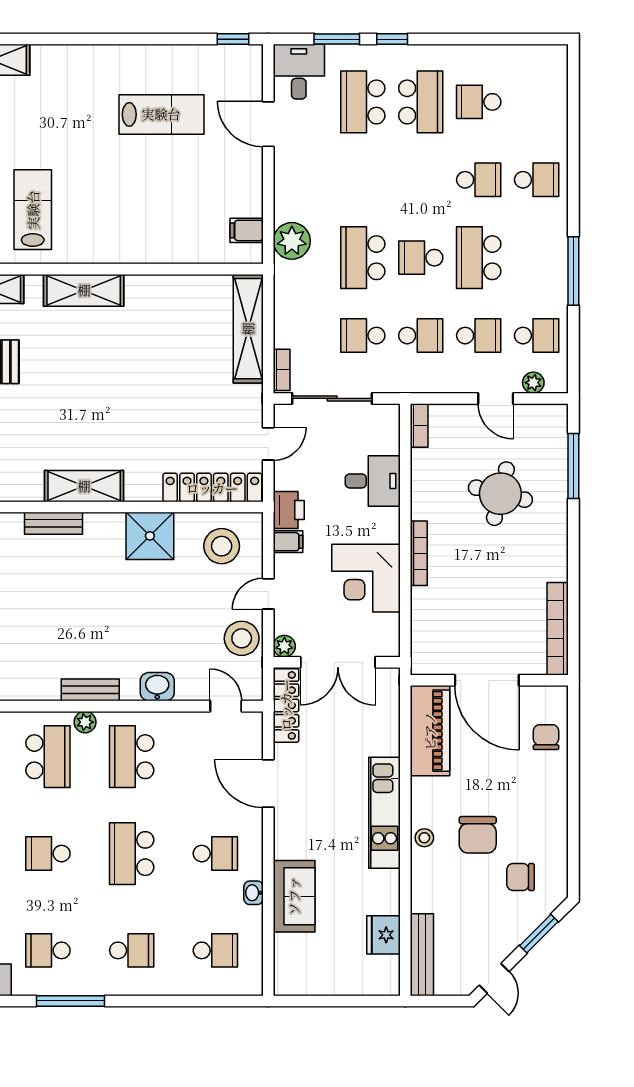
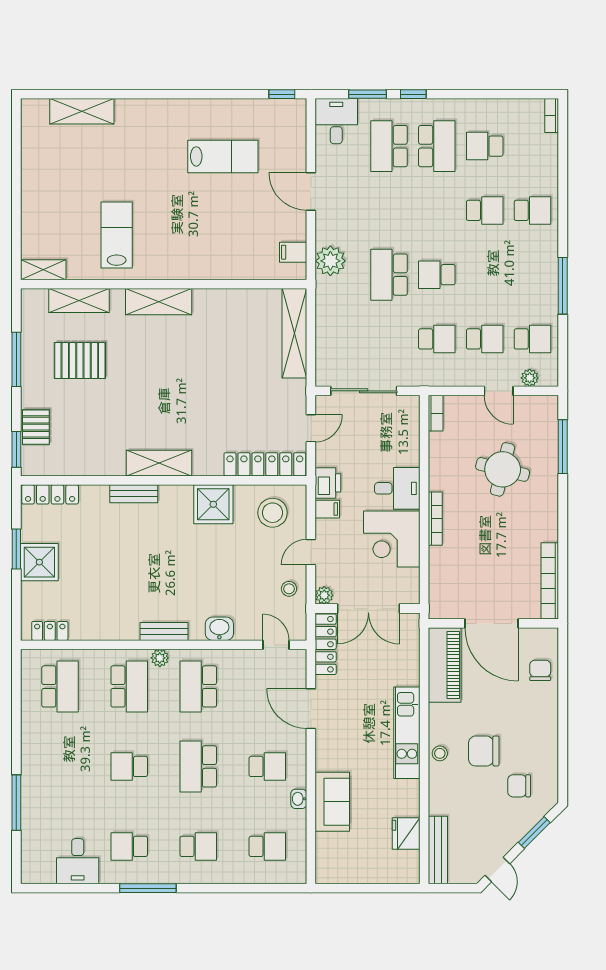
door: (268, 124) -> (311, 191), moved
school desk: (479, 258) -> (485, 275), removed
school desk: (363, 336) -> (389, 339), removed
bookcase: (282, 370) -> (552, 116), moved, turned 180
desk: (373, 481) -> (397, 488), moved
stool: (242, 638) -> (289, 589), width x0.53, depth x0.53
chair: (478, 835) -> (484, 751), turned 90

